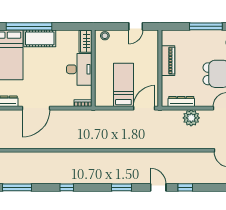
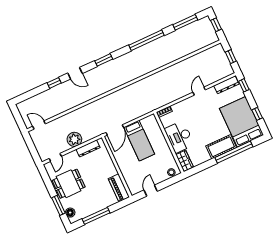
piano: (168, 61) -> (119, 188), moved
door: (36, 108) -> (199, 91), width x0.53
window: (67, 187) -> (146, 40), width x3.17

